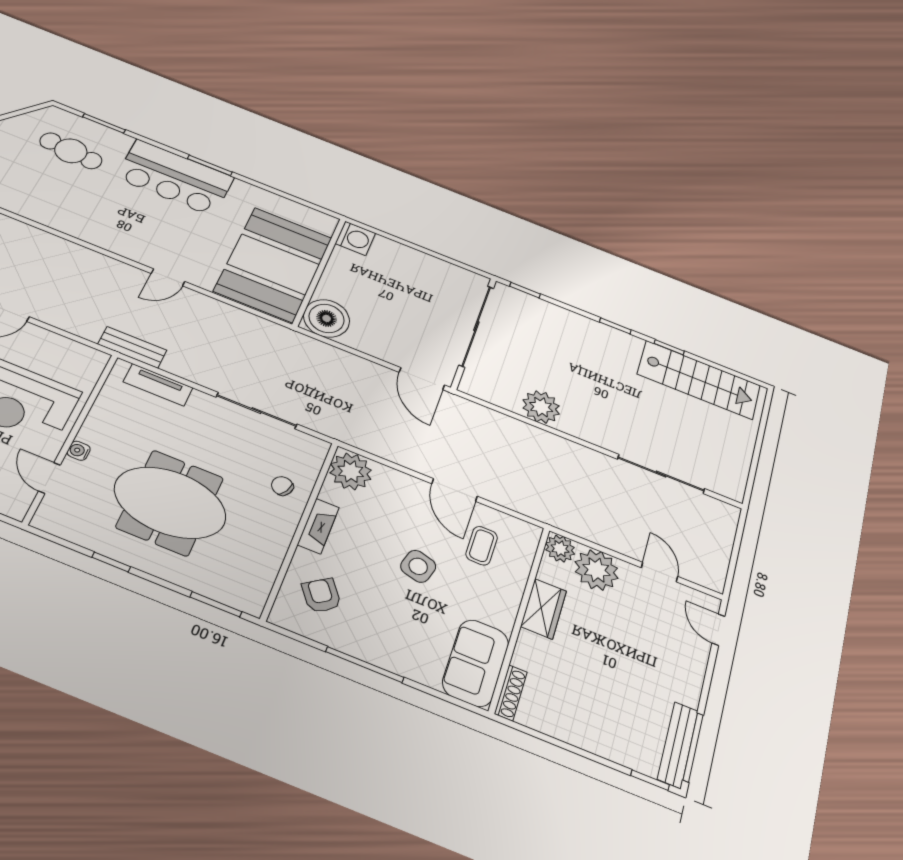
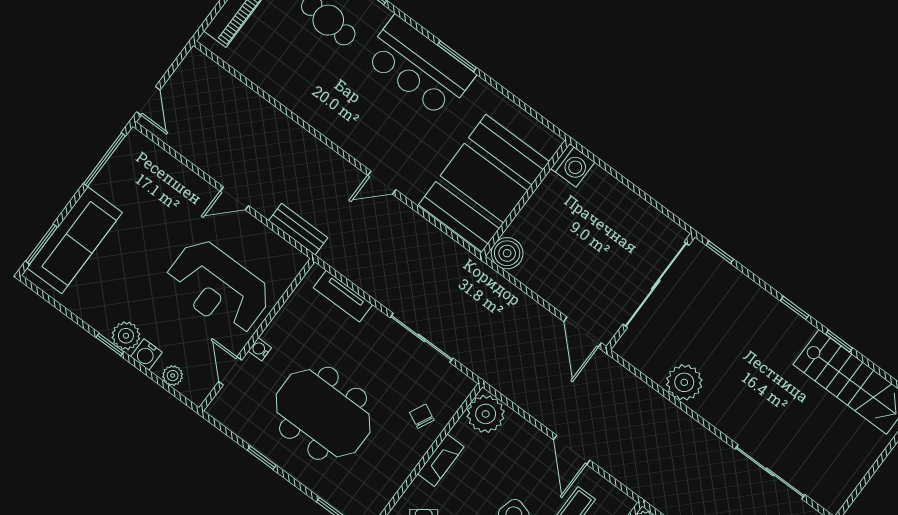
boiler: (327, 318) -> (507, 253), width x0.73, depth x0.73
bench: (132, 347) -> (298, 229), moved

